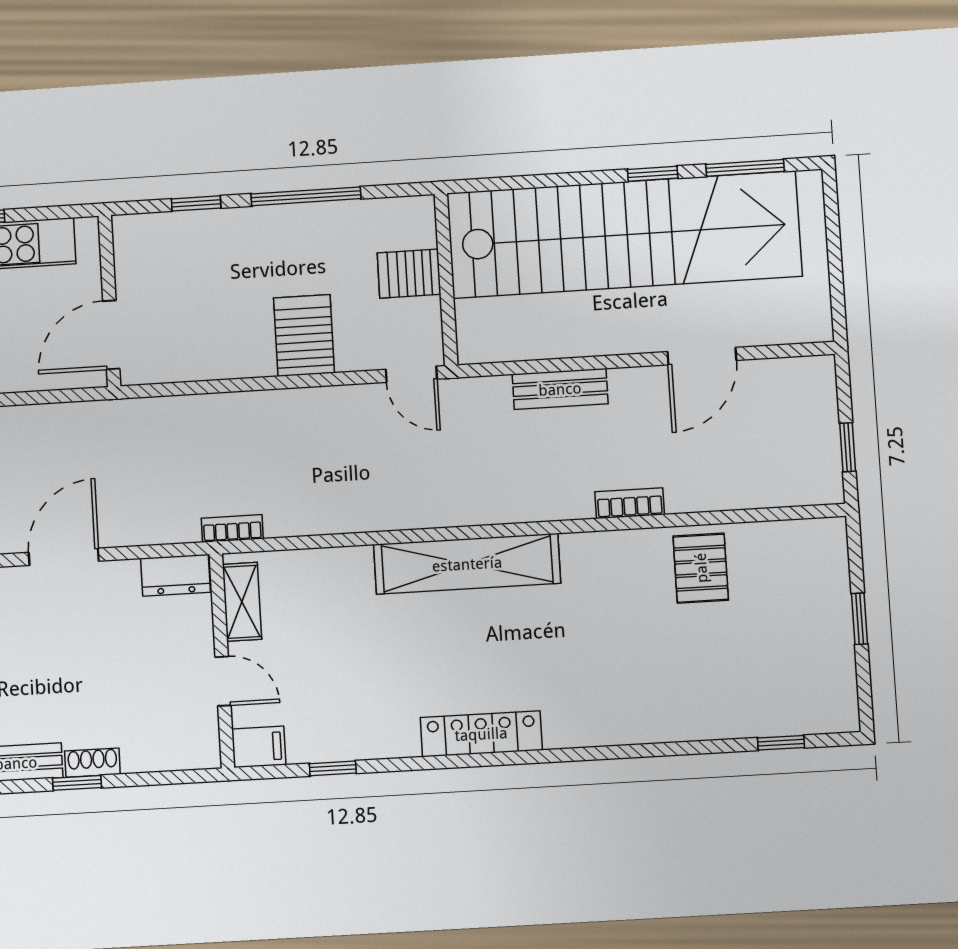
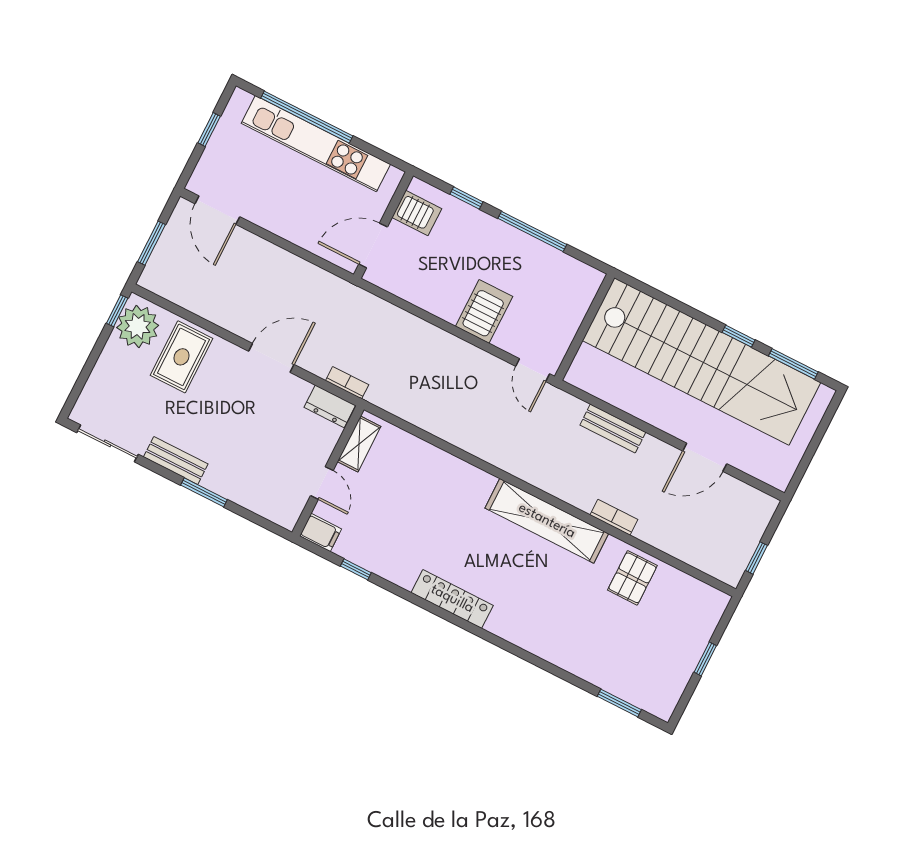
server rack: (409, 274) -> (417, 213), moved, turned 180
bookcase: (232, 528) -> (347, 383), moved
shelving: (467, 564) -> (547, 521), moved
window: (781, 743) -> (619, 703), width x1.50
shoe rack: (92, 763) -> (220, 486), removed
window: (77, 783) -> (204, 492), width x1.50

